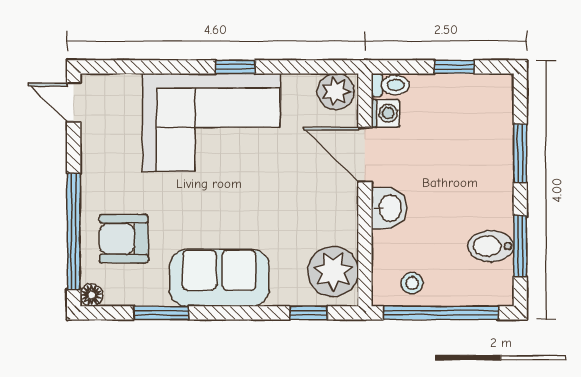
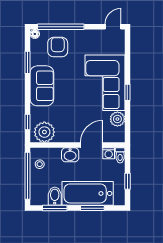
plant: (336, 92) -> (117, 119), moved
bathtub: (484, 165) -> (88, 193), added

